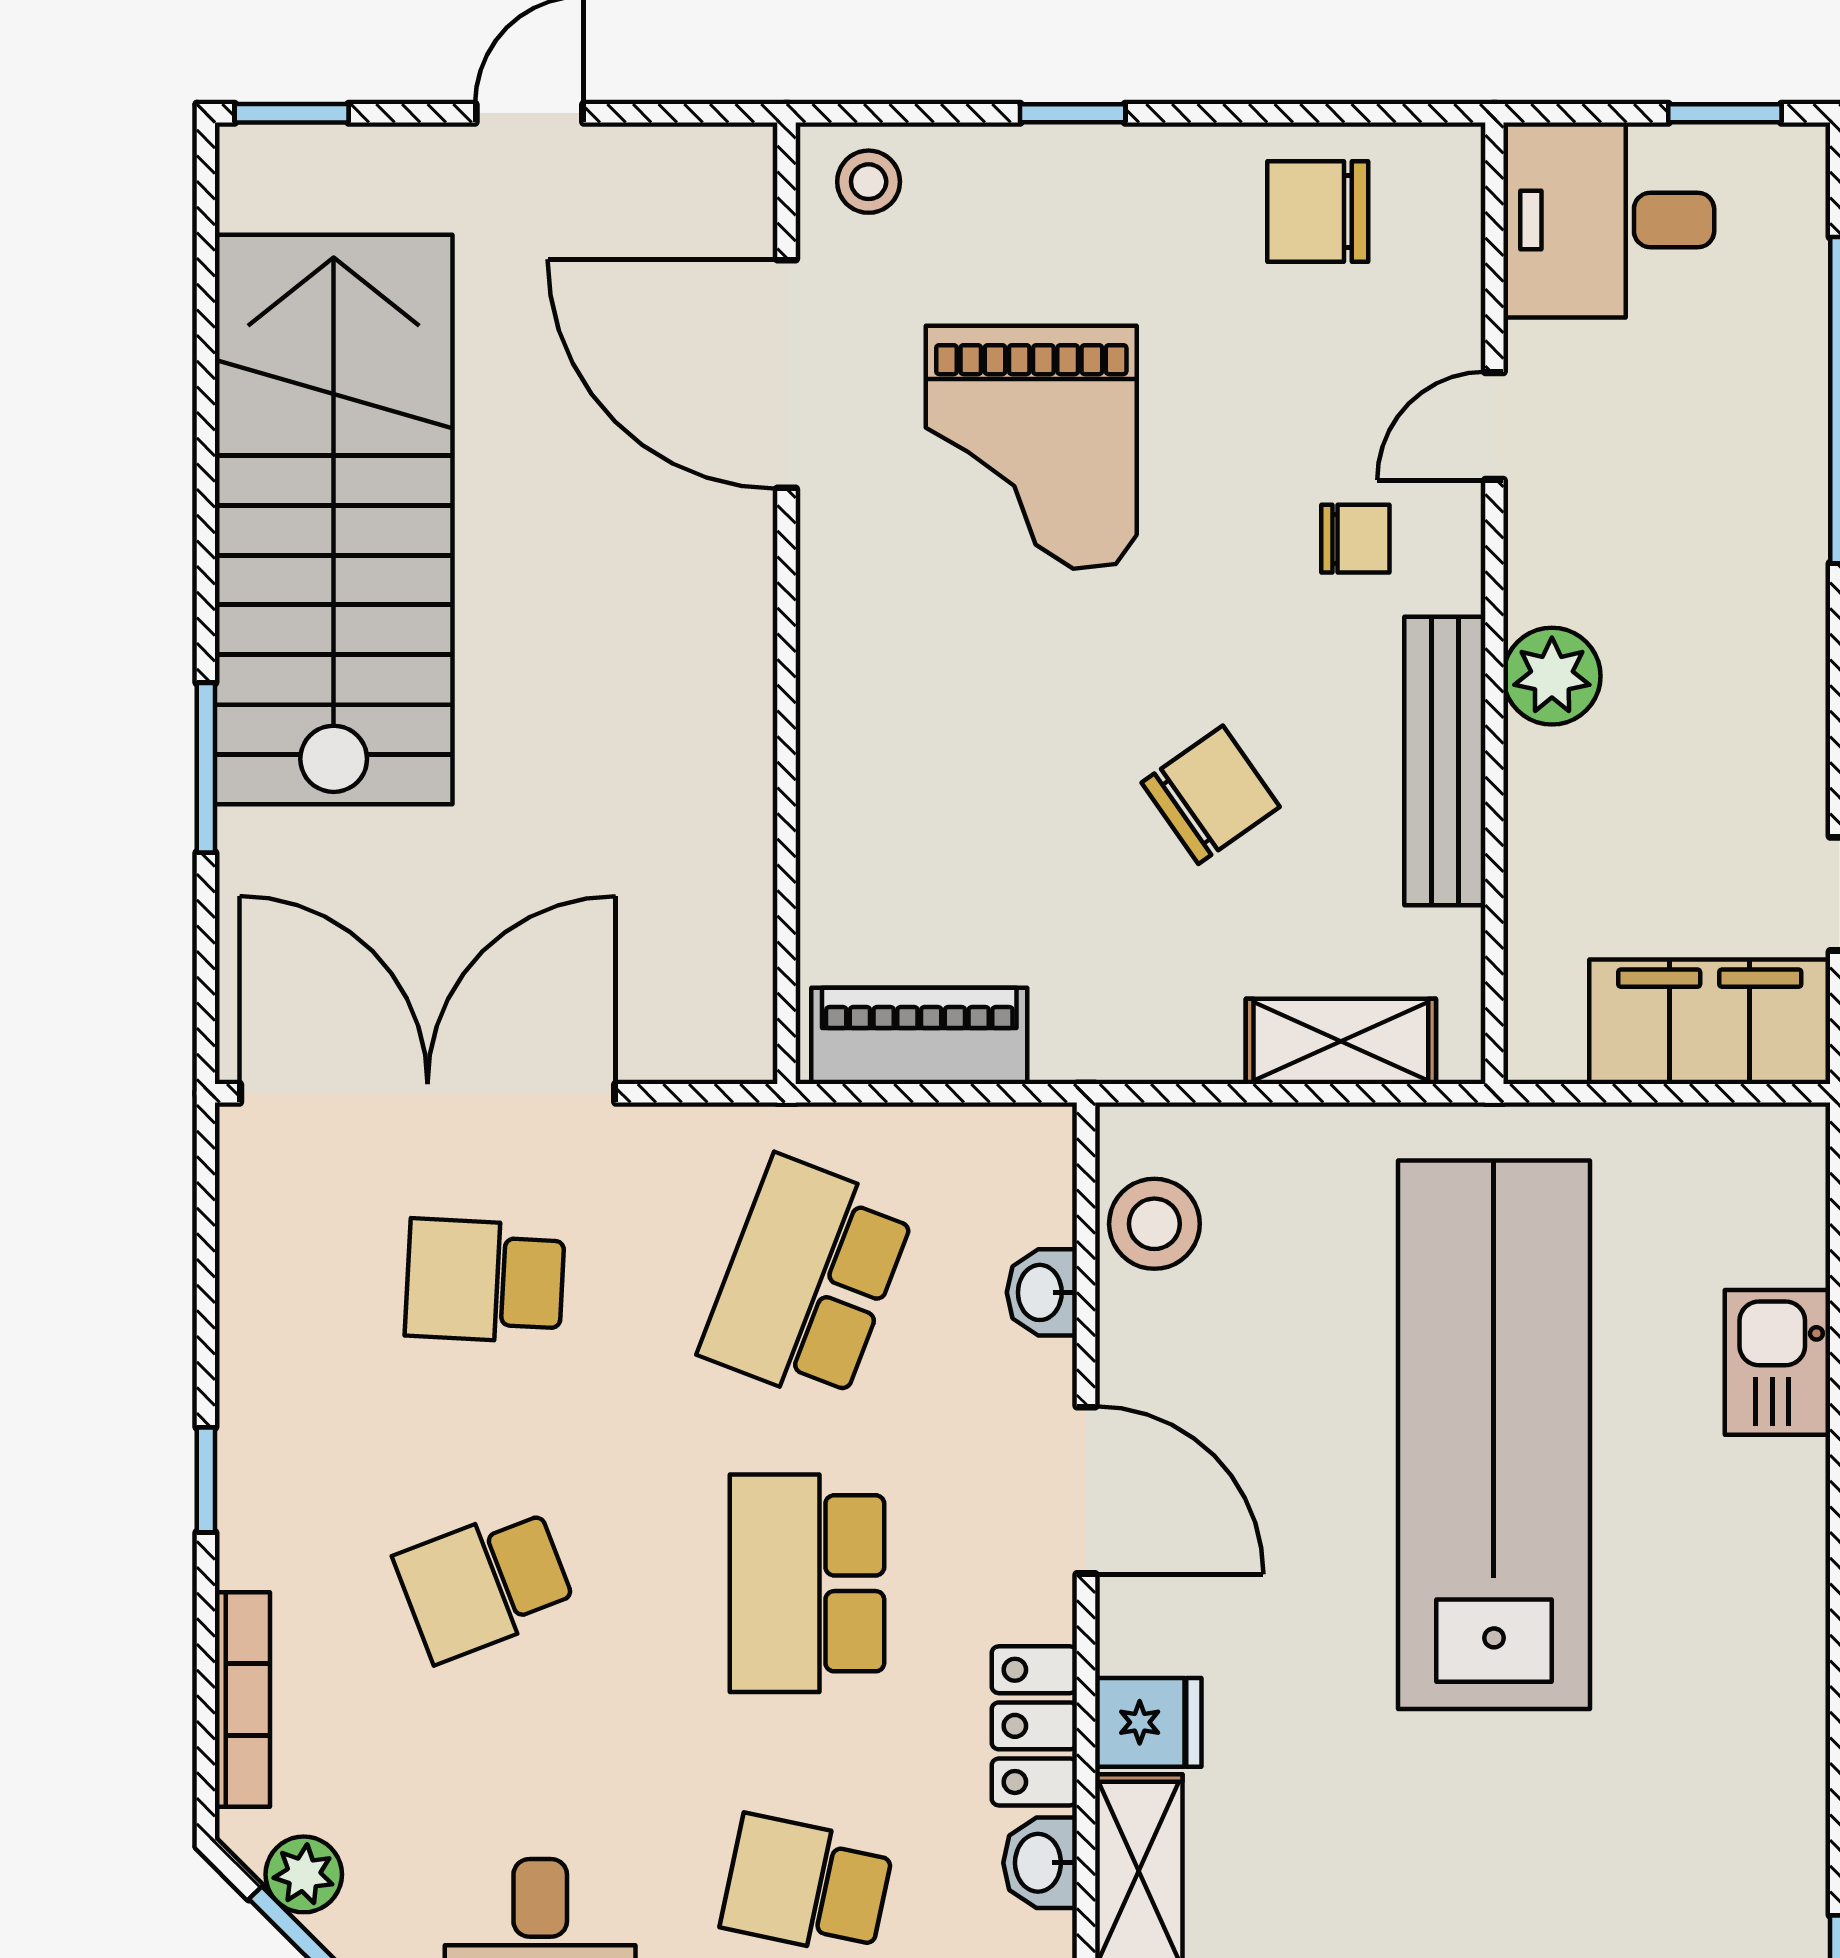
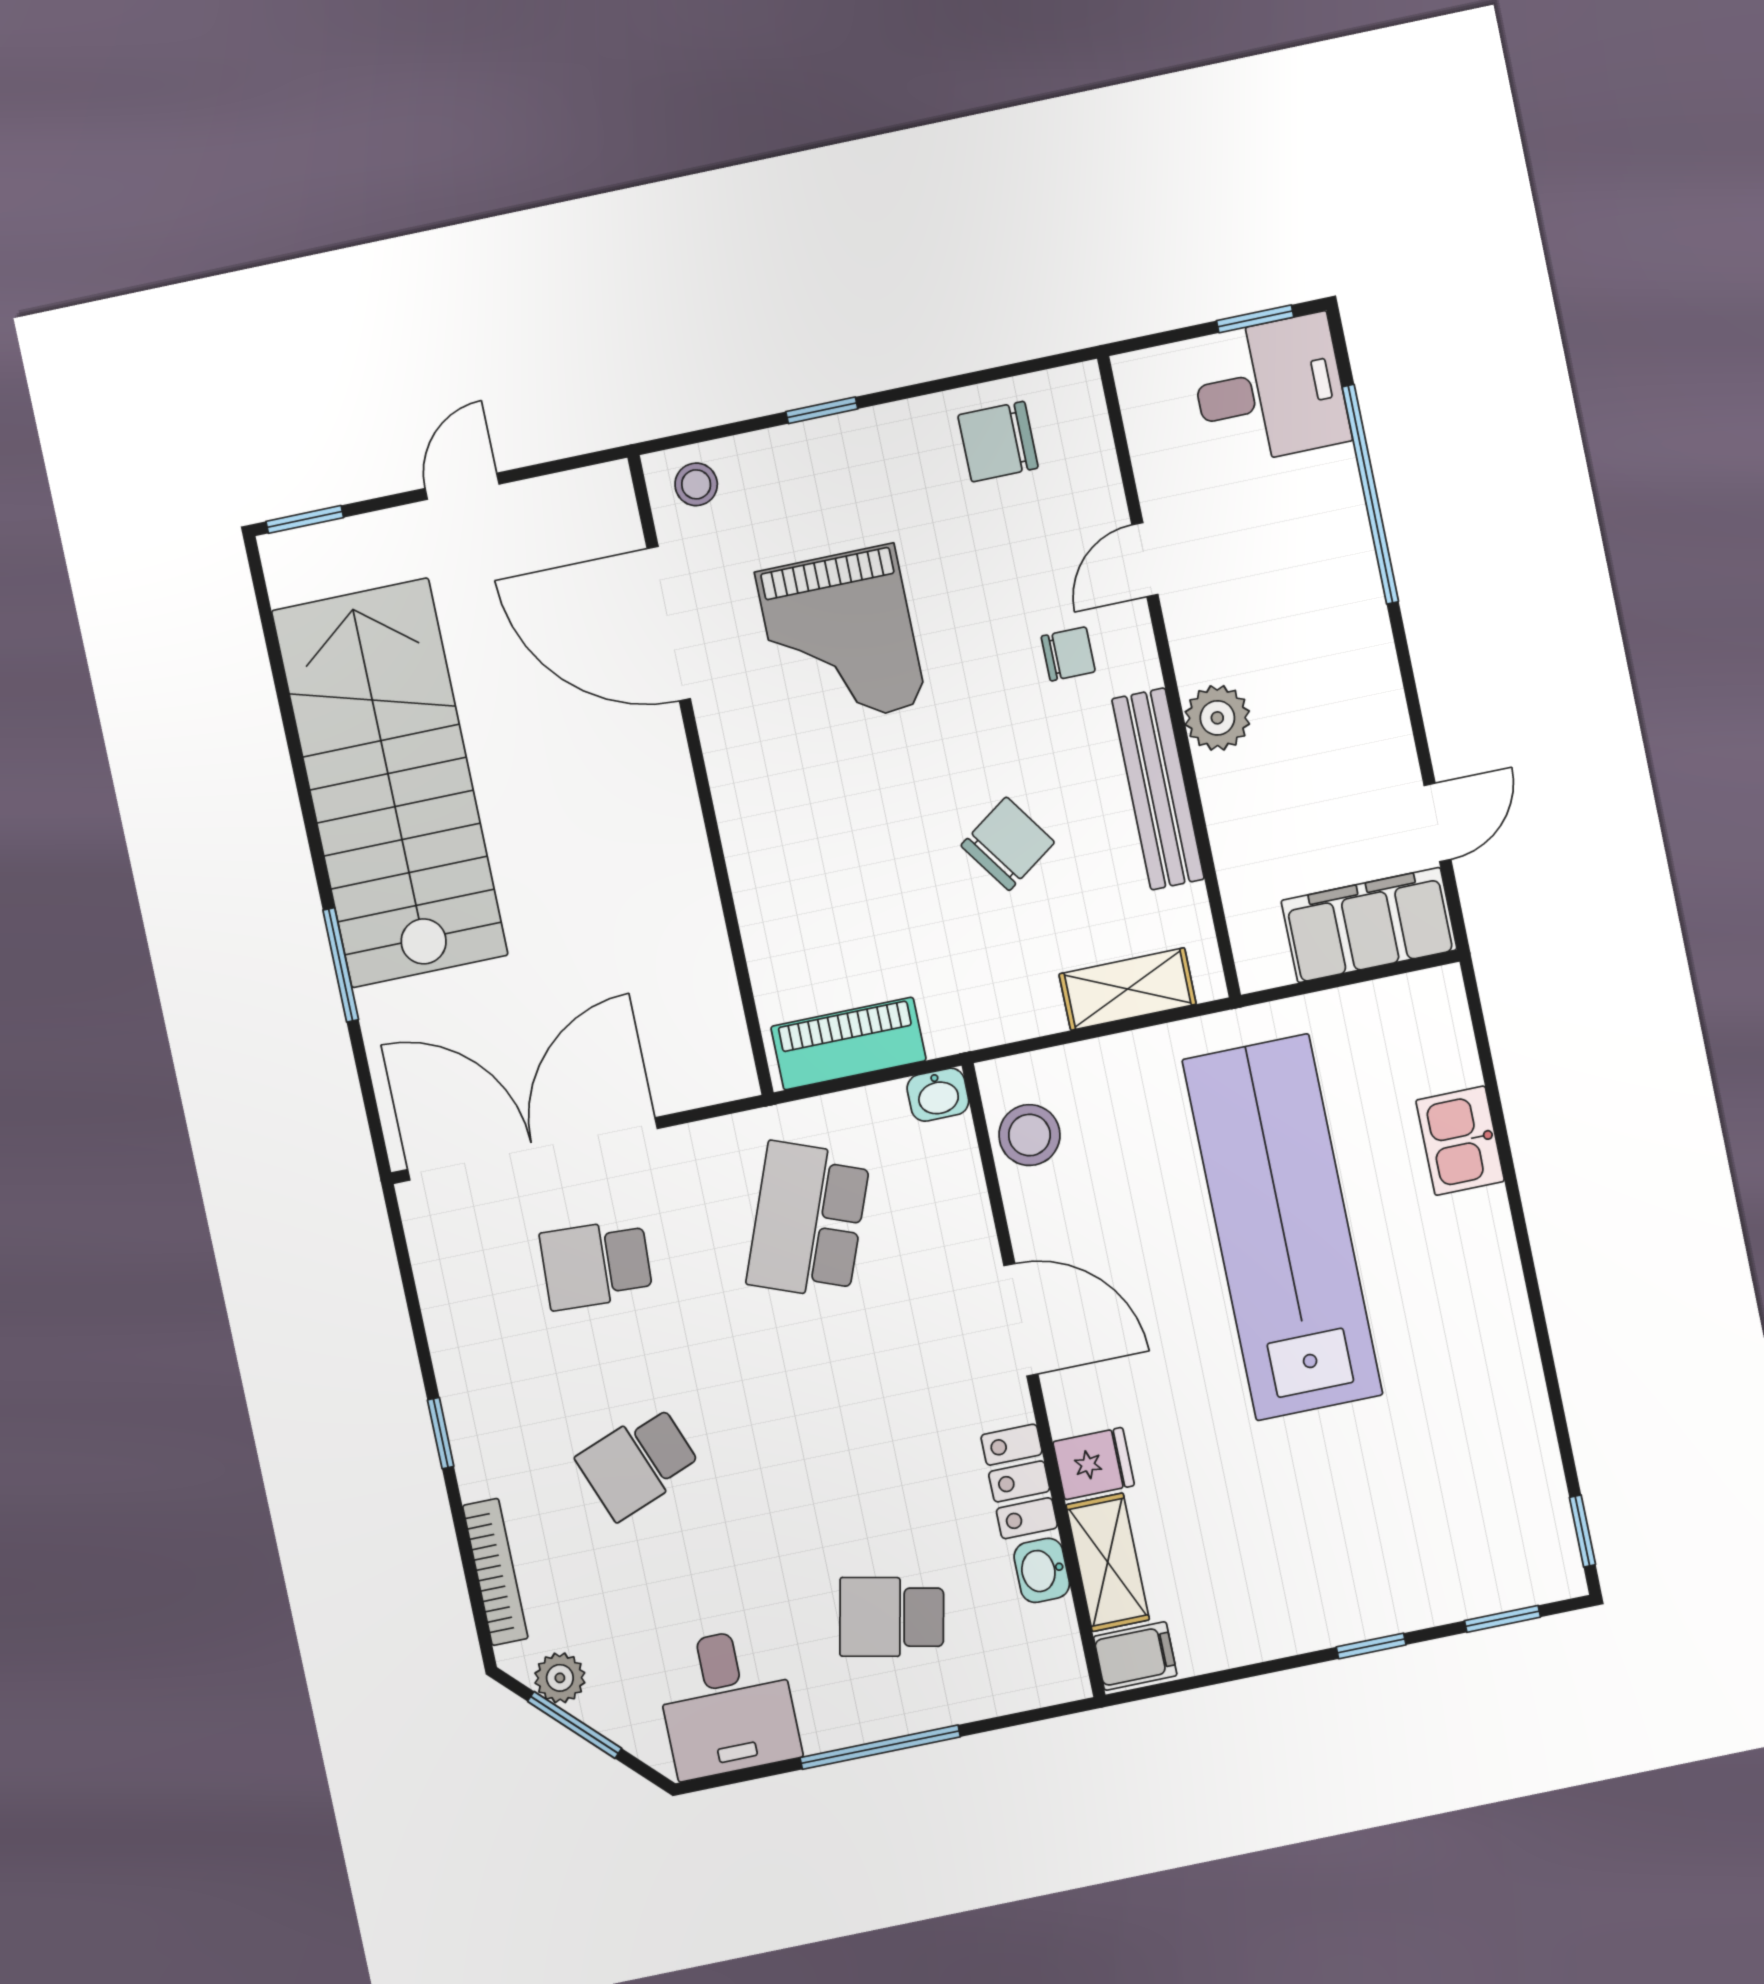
desk: (1609, 220) -> (1270, 390), moved, turned 180
washbasin: (1042, 1292) -> (938, 1095), moved, turned -90
school desk: (807, 1583) -> (850, 1419), removed

